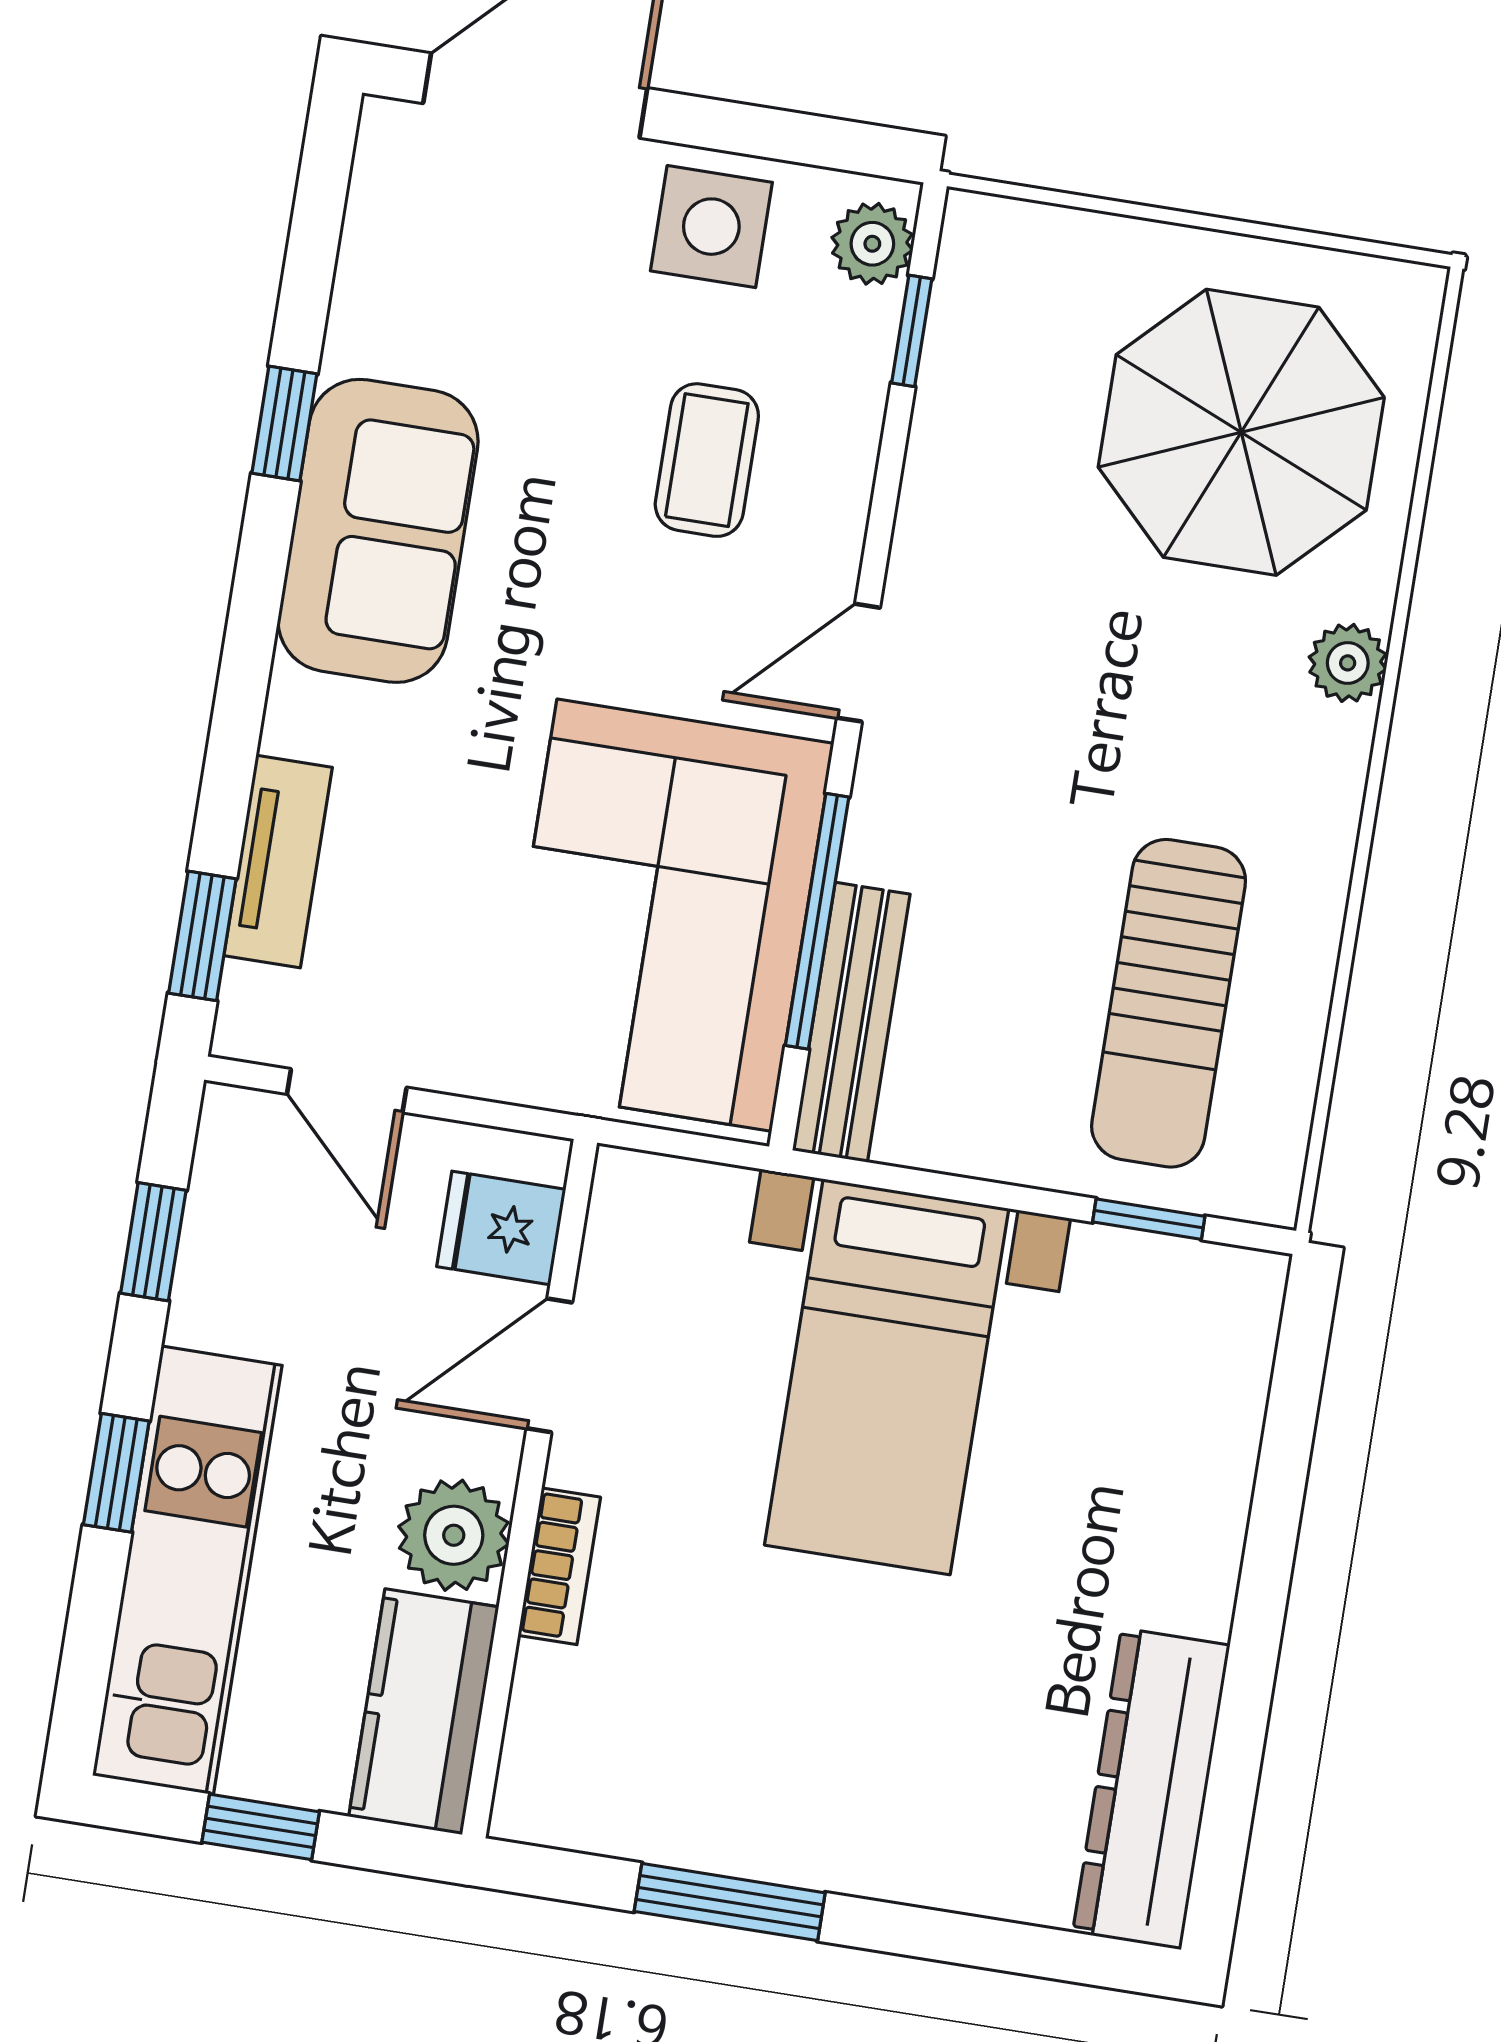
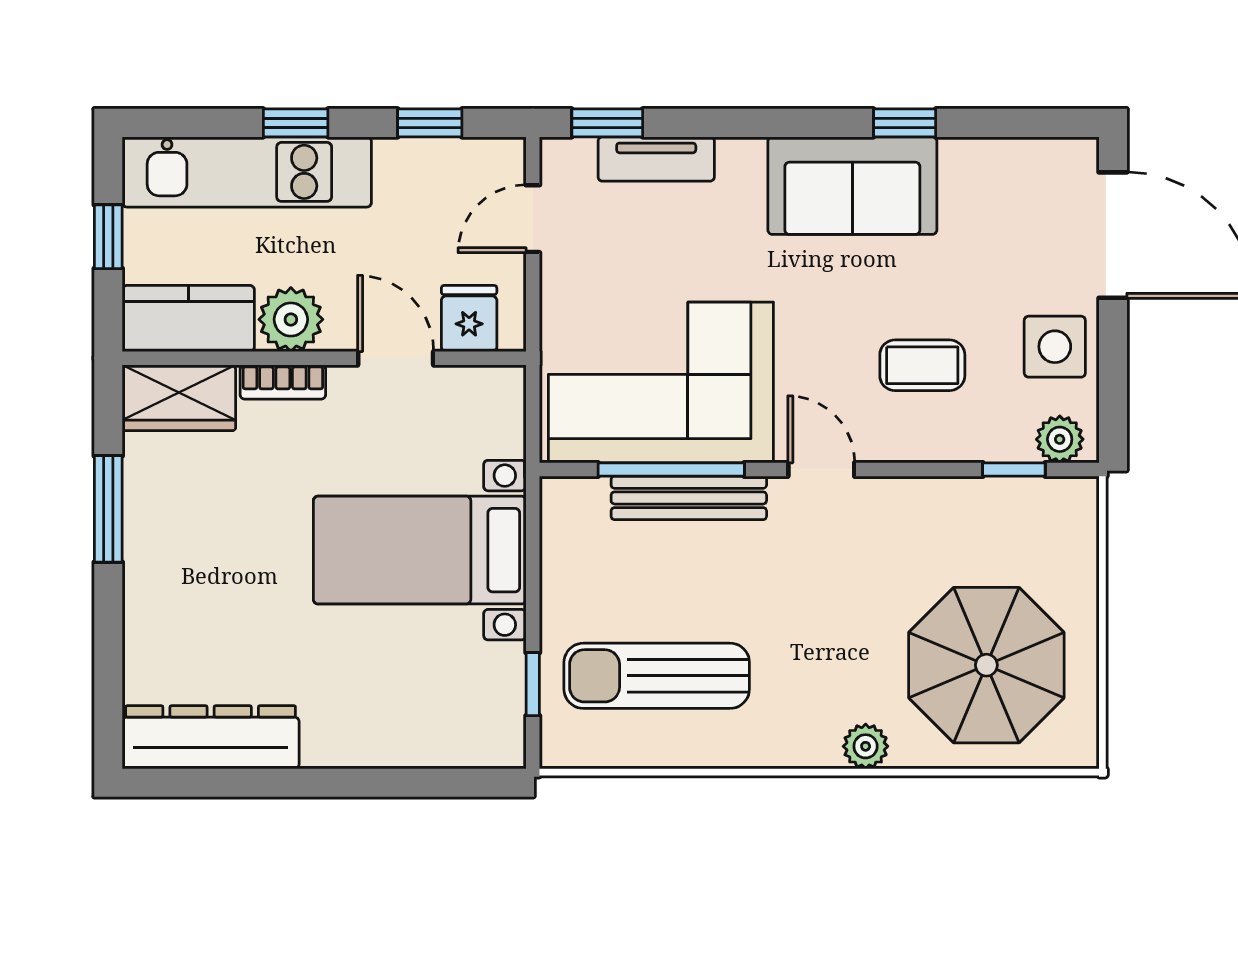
bench: (851, 1022) -> (689, 498), moved
wardrobe: (558, 1750) -> (179, 398), added

